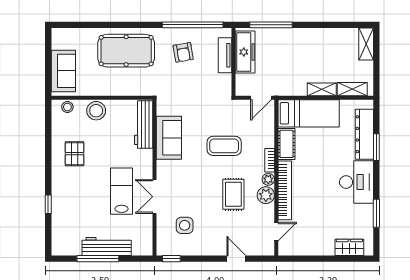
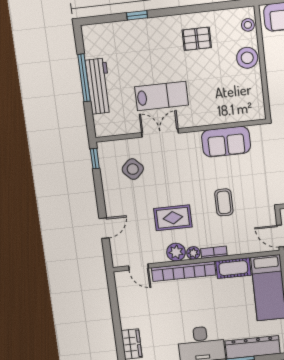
workbench: (144, 125) -> (238, 112), removed
coffee table: (224, 146) -> (224, 202), width x0.73, depth x0.77
side table: (185, 225) -> (133, 169), turned 45

